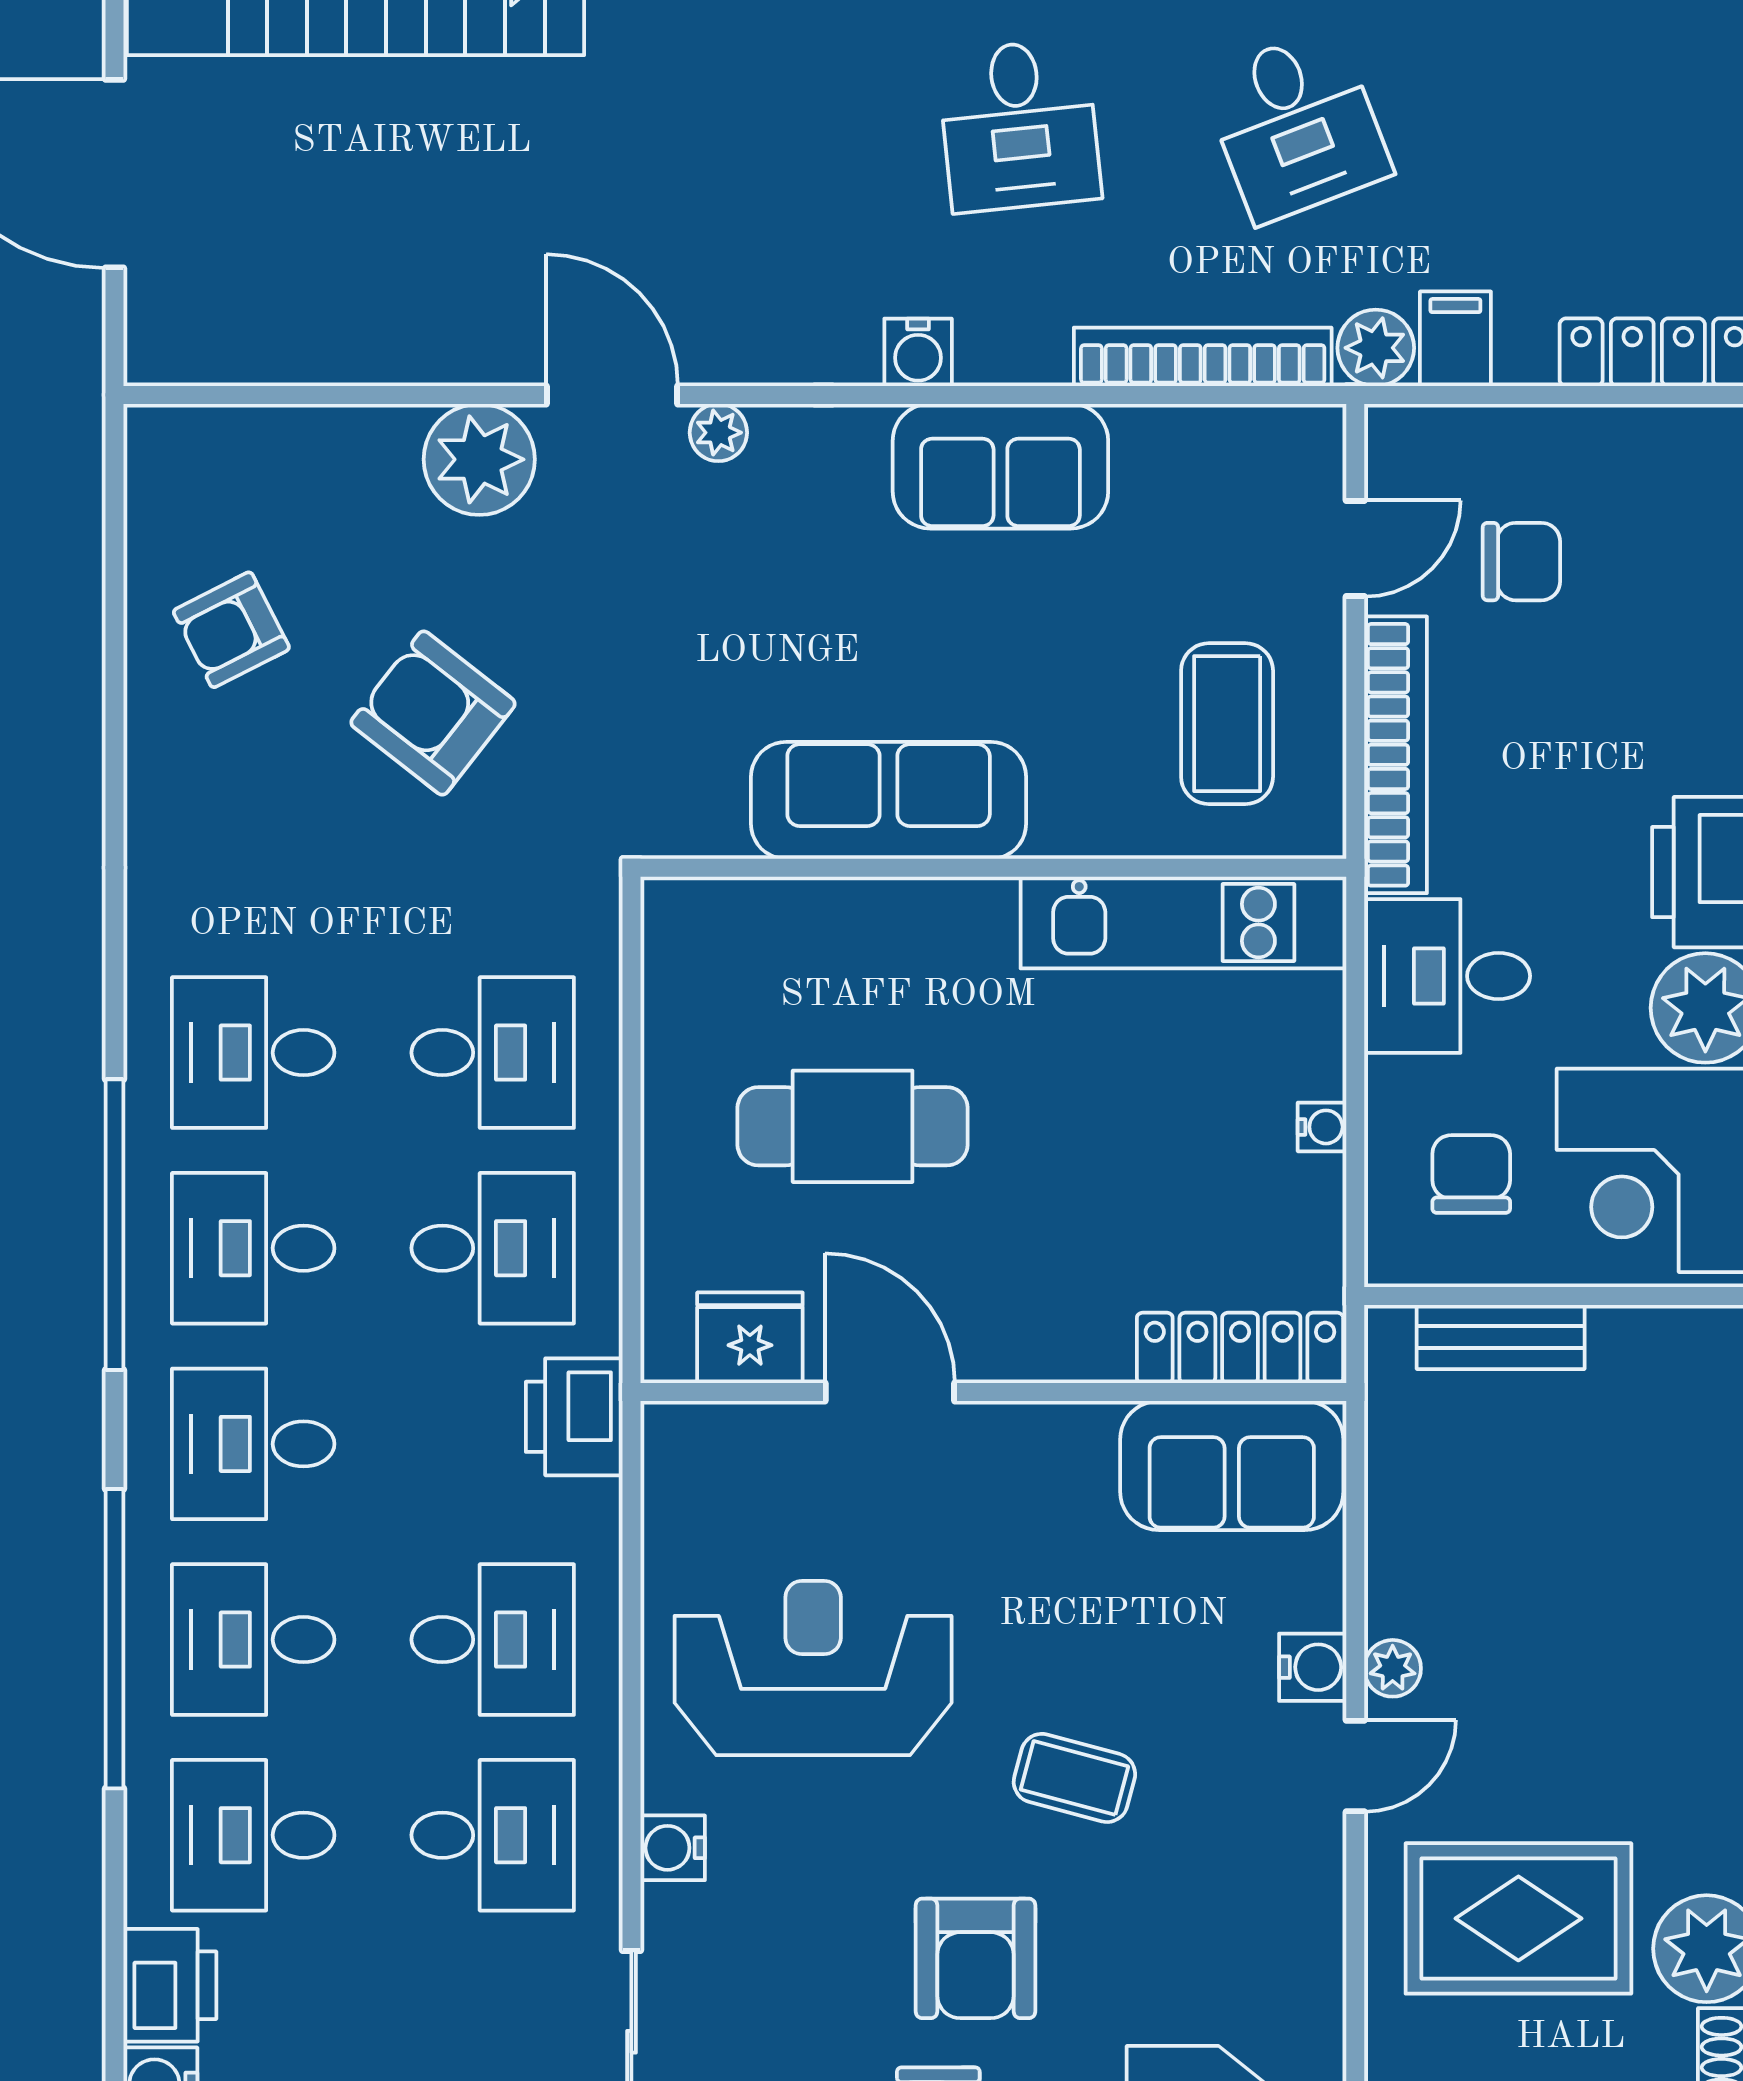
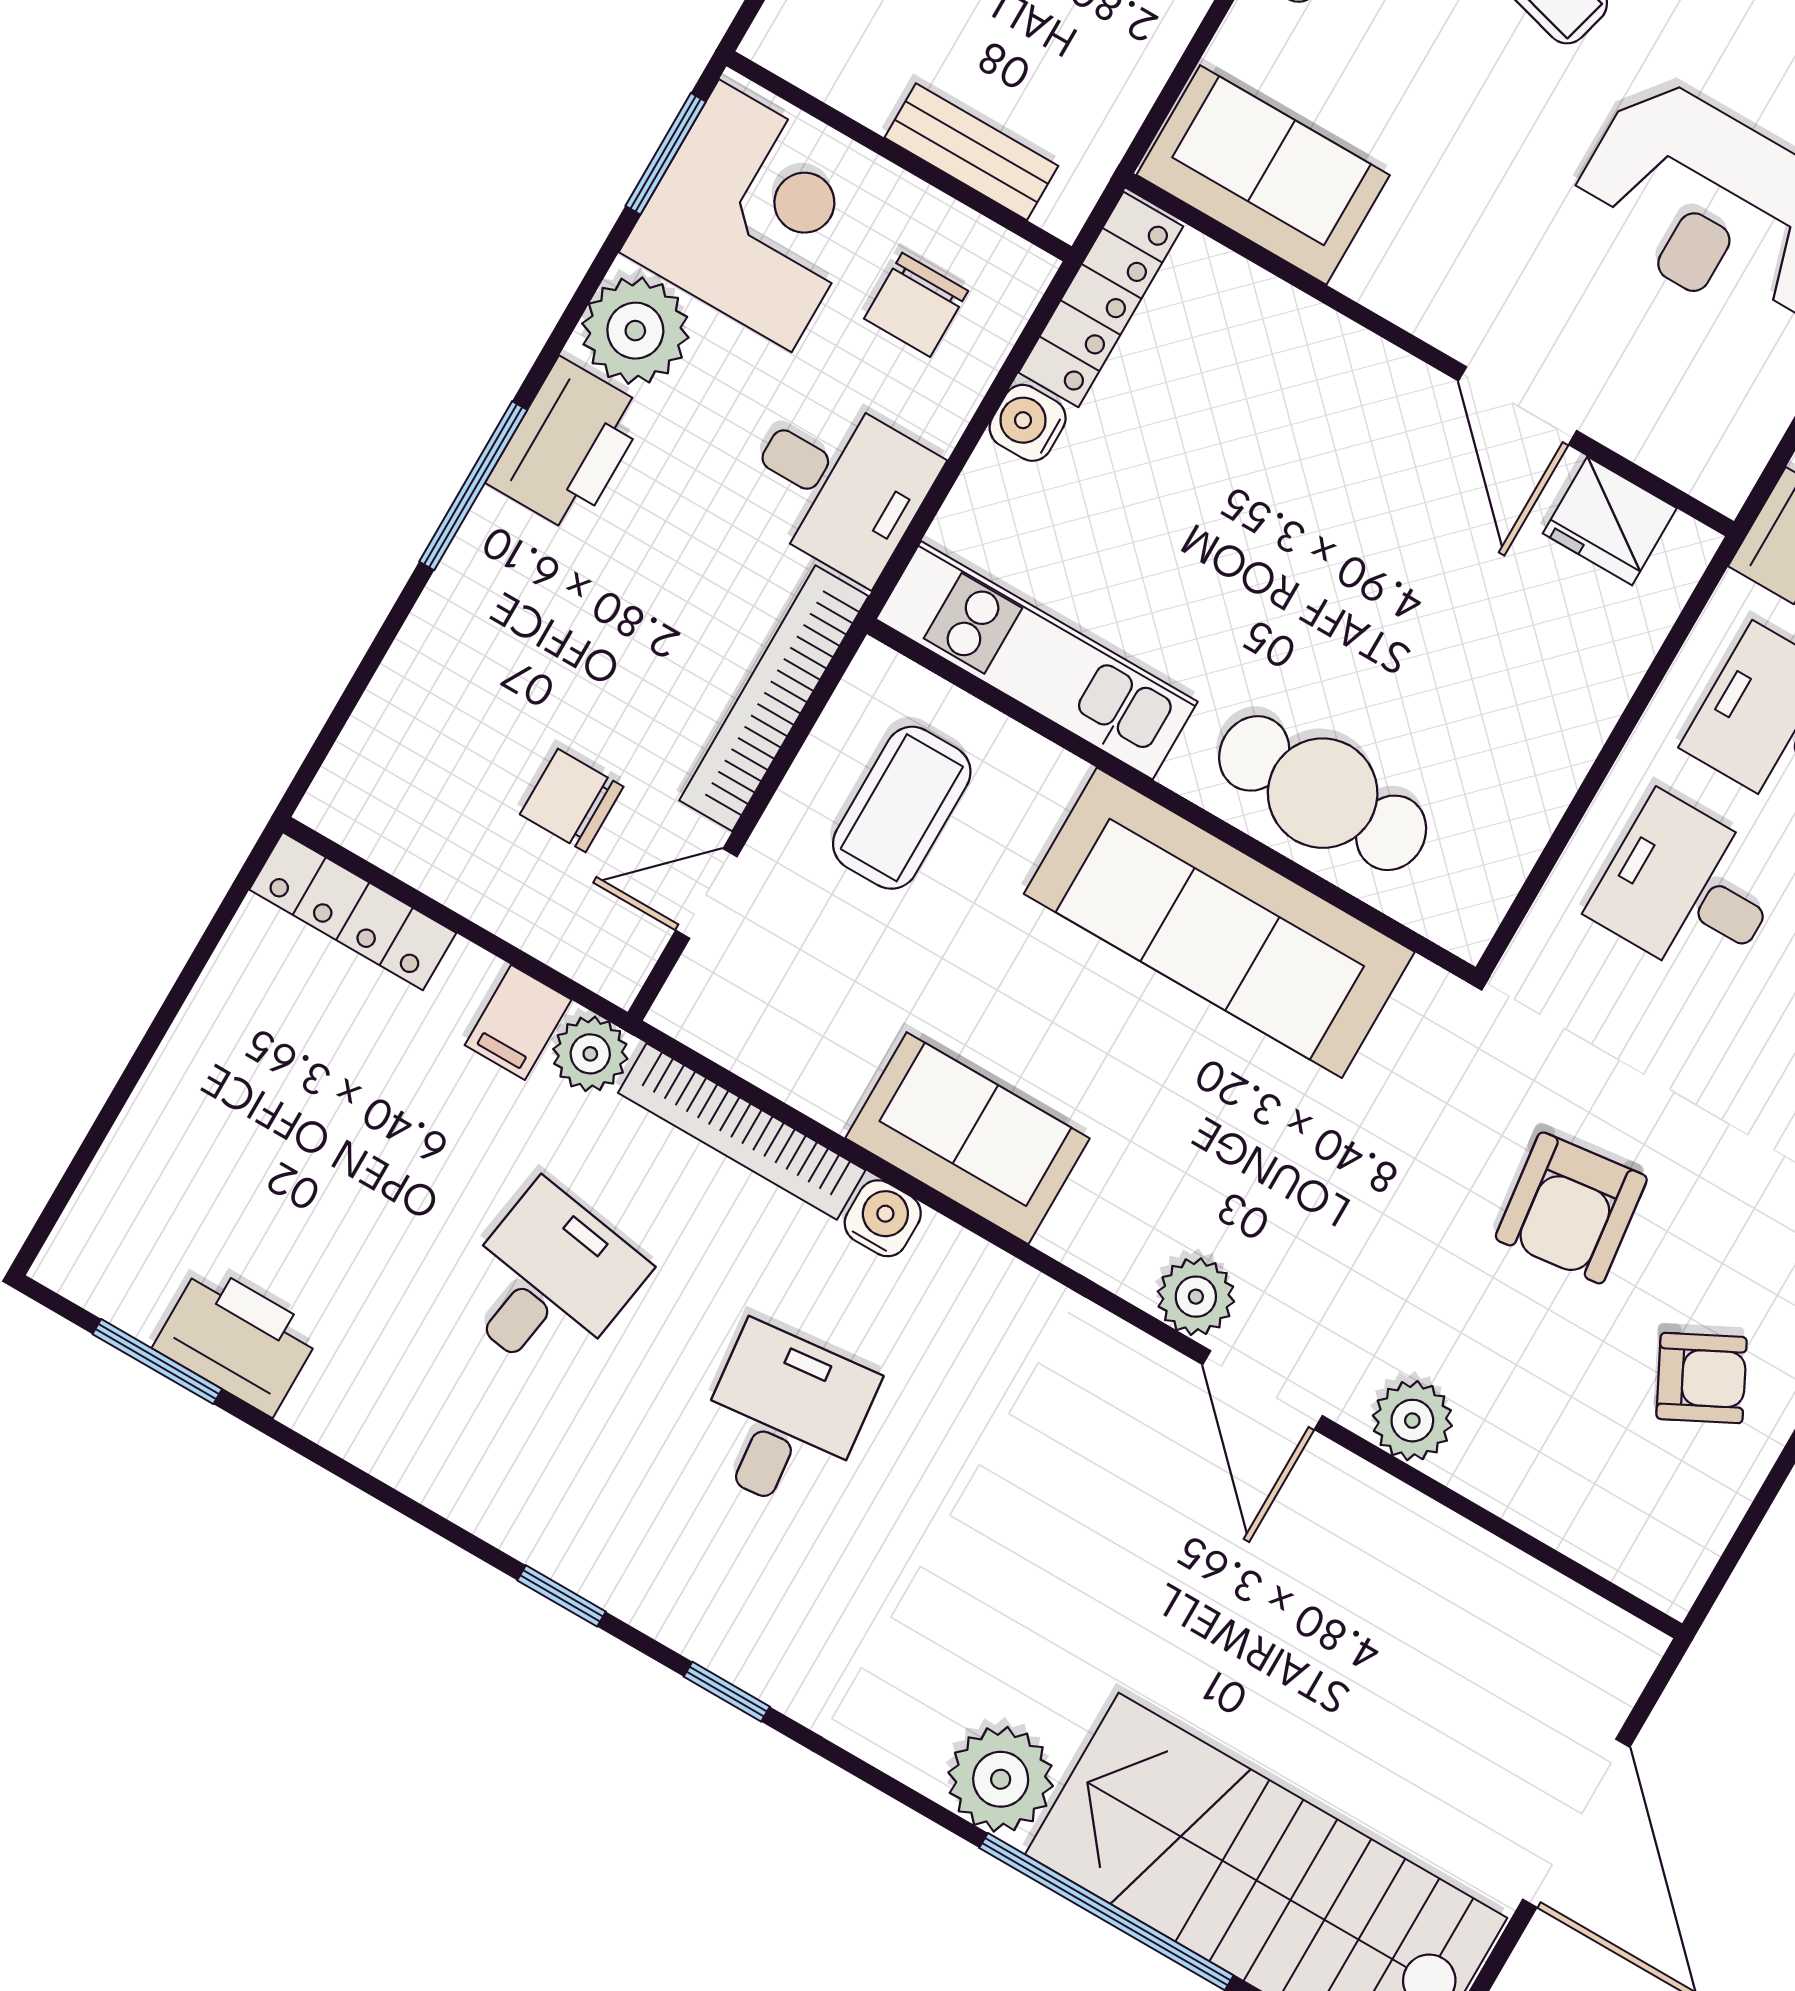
desk: (1296, 125) -> (548, 1282), turned 30
water cooler: (918, 352) -> (883, 1218), moved
plant: (718, 433) -> (1196, 1297), width x1.38, depth x1.38
plant: (479, 459) -> (1412, 1421), width x0.73, depth x0.73
armchair: (433, 713) -> (1571, 1208), turned 45
sofa: (889, 800) -> (1219, 923), width x1.36, depth x1.27
cafe table: (853, 1126) -> (1323, 793), moved
water cooler: (1322, 1127) -> (1028, 423), width x1.38, depth x1.38
locker: (1240, 1348) -> (1101, 299), moved, turned -90

